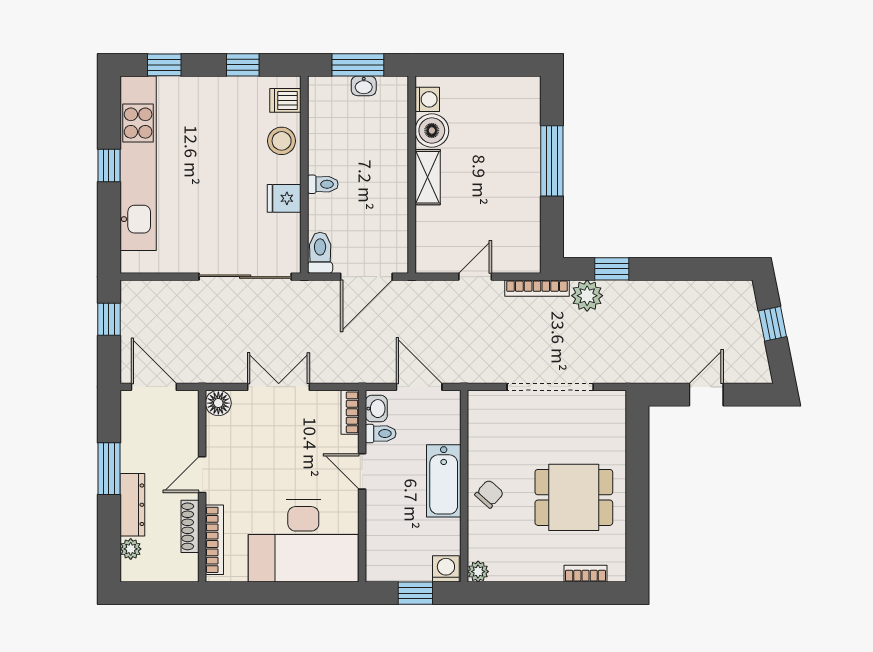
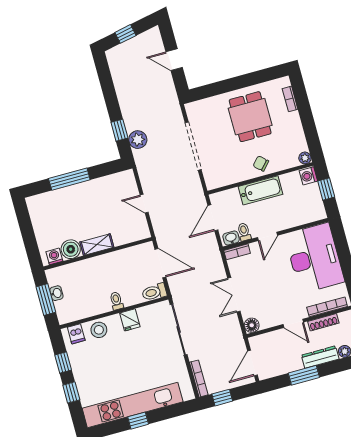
window: (164, 65) -> (71, 392), moved
bookcase: (537, 288) -> (199, 379), moved

